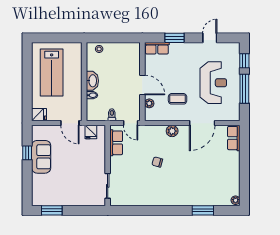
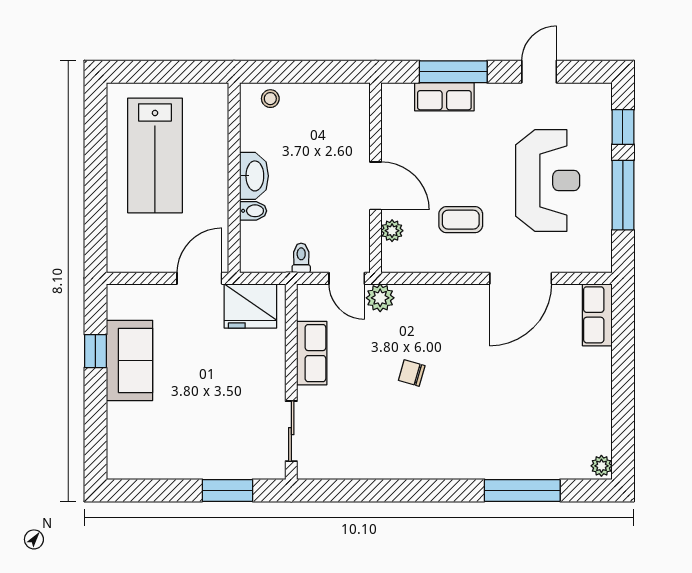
window: (174, 38) -> (453, 72), width x1.44
row of seats: (157, 48) -> (444, 97), moved
fridge: (39, 115) -> (124, 258), removed
door: (70, 123) -> (199, 278), swing flipped
plant: (172, 131) -> (380, 298), moved
fridge: (91, 132) -> (250, 306), width x1.88, depth x1.34
row of seats: (116, 143) -> (312, 353), moved
window: (52, 210) -> (227, 490), moved
window: (203, 210) -> (522, 490), width x1.44

